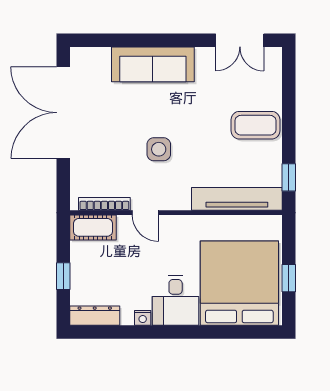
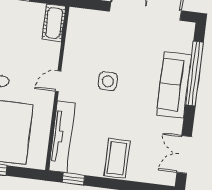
window: (135, 40) -> (194, 74), added
bookcase: (104, 204) -> (71, 34), removed
door: (145, 213) -> (58, 81), moved

